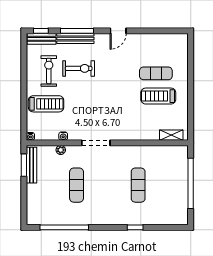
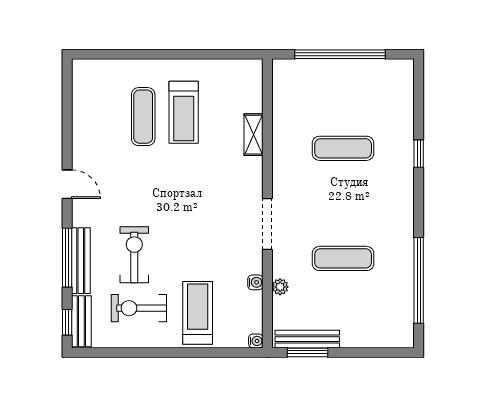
shelving: (171, 135) -> (253, 135), moved

